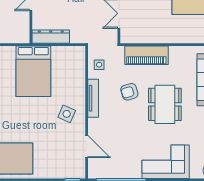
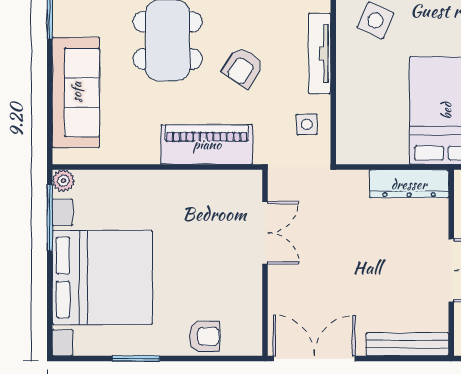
armchair: (129, 92) -> (243, 67), turned 140

